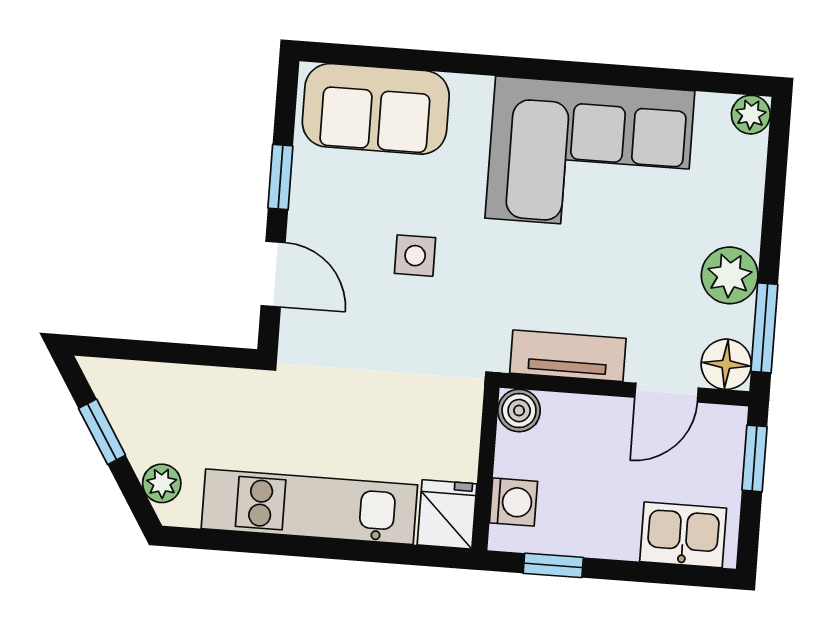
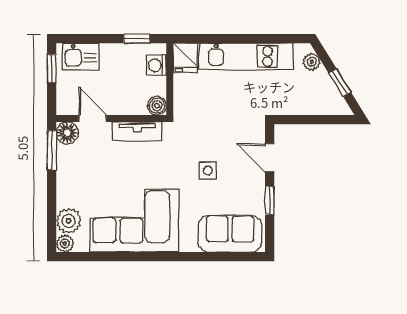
plant: (730, 275) -> (69, 221), moved
door: (667, 393) -> (93, 118), hinge flipped
window: (755, 458) -> (52, 68), moved

